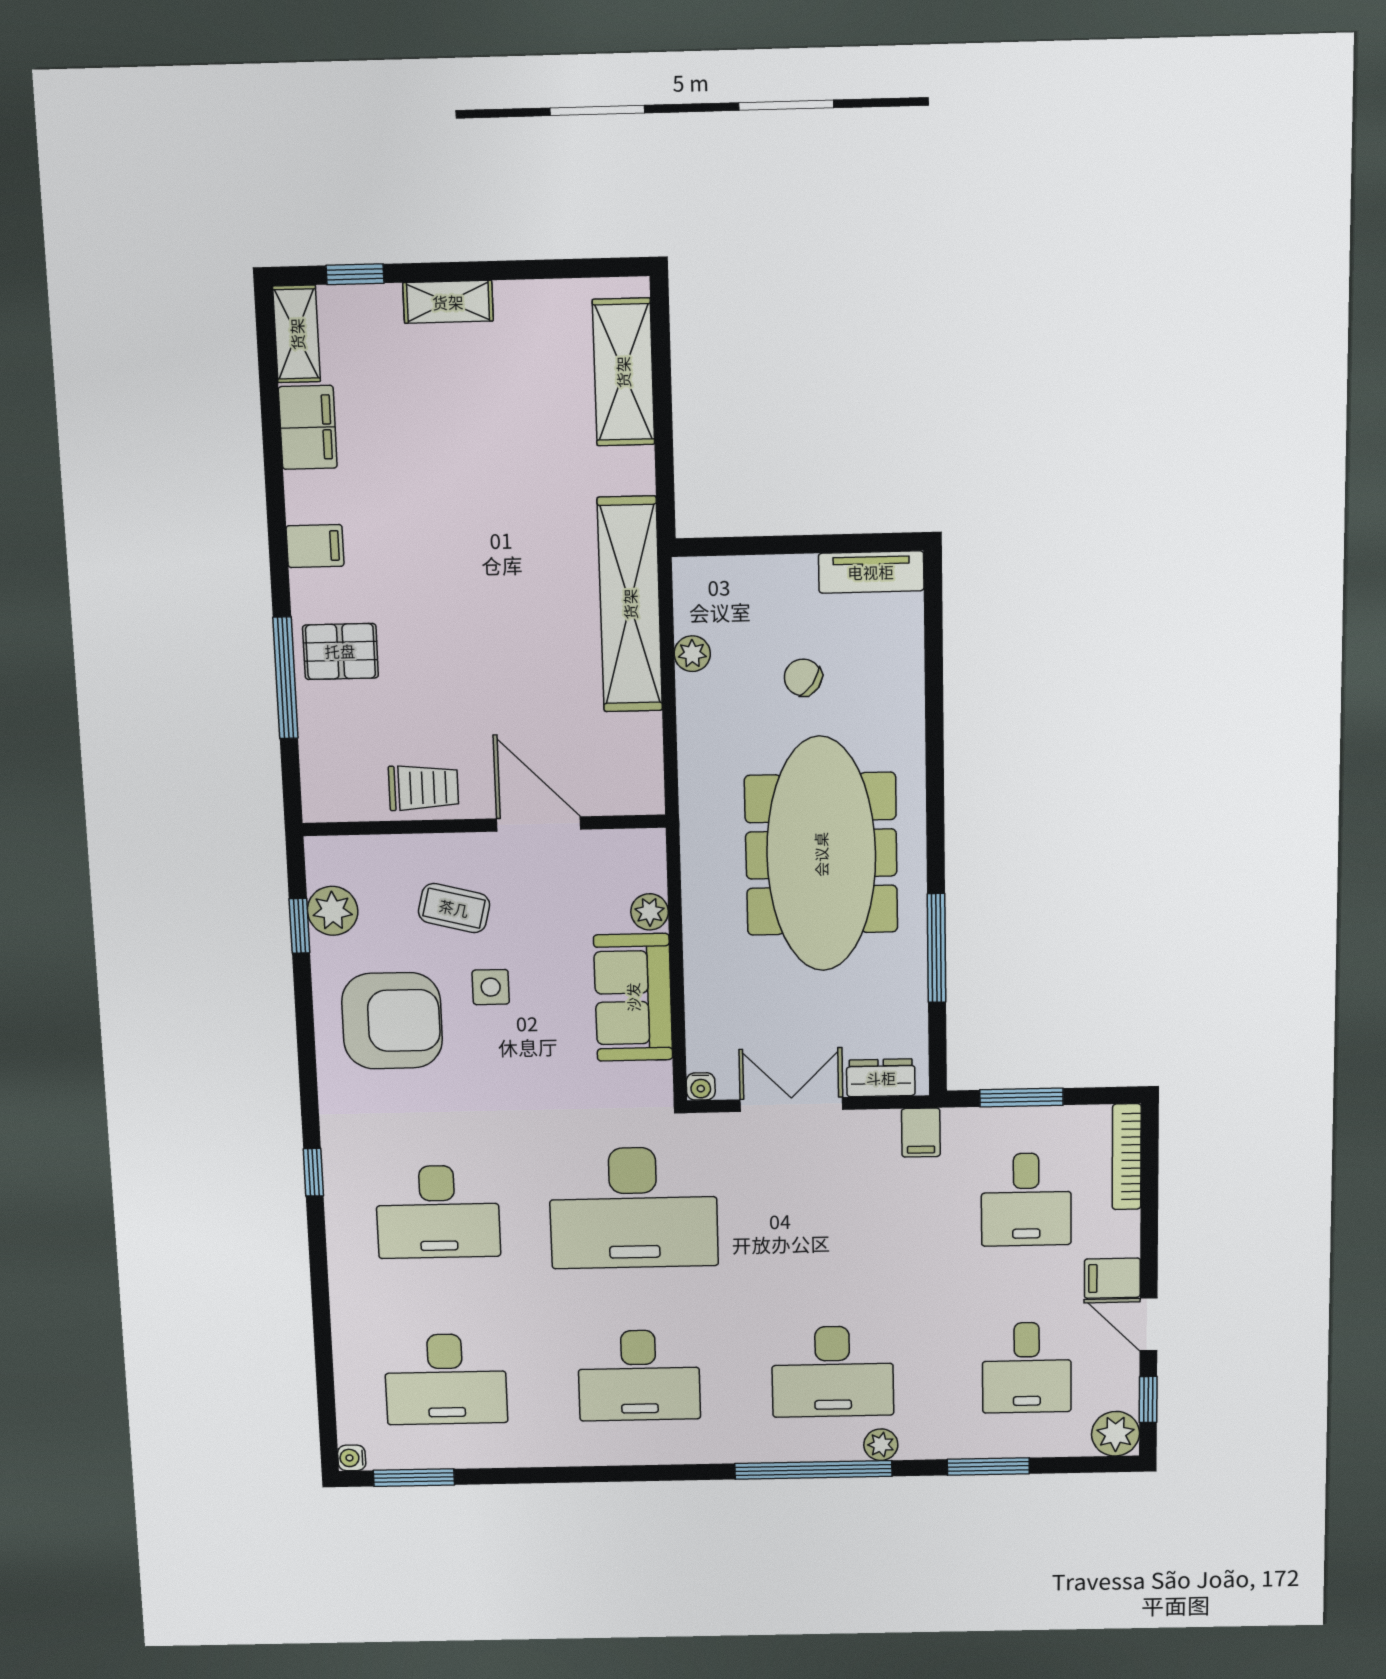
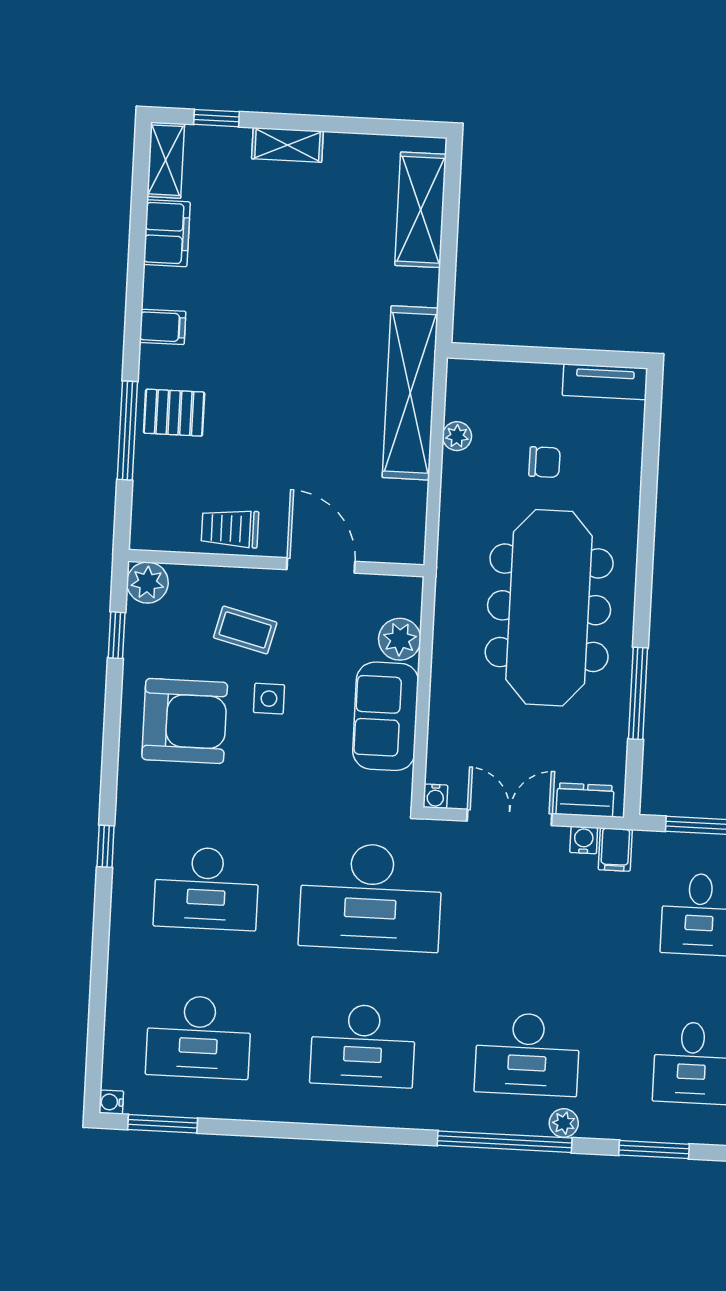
chair: (803, 677) -> (544, 462), turned 145
trolley: (423, 788) -> (230, 528), turned 180
plant: (333, 911) -> (147, 583), moved
plant: (650, 912) -> (400, 639), width x1.38, depth x1.38
water cooler: (882, 1124) -> (584, 840), added

